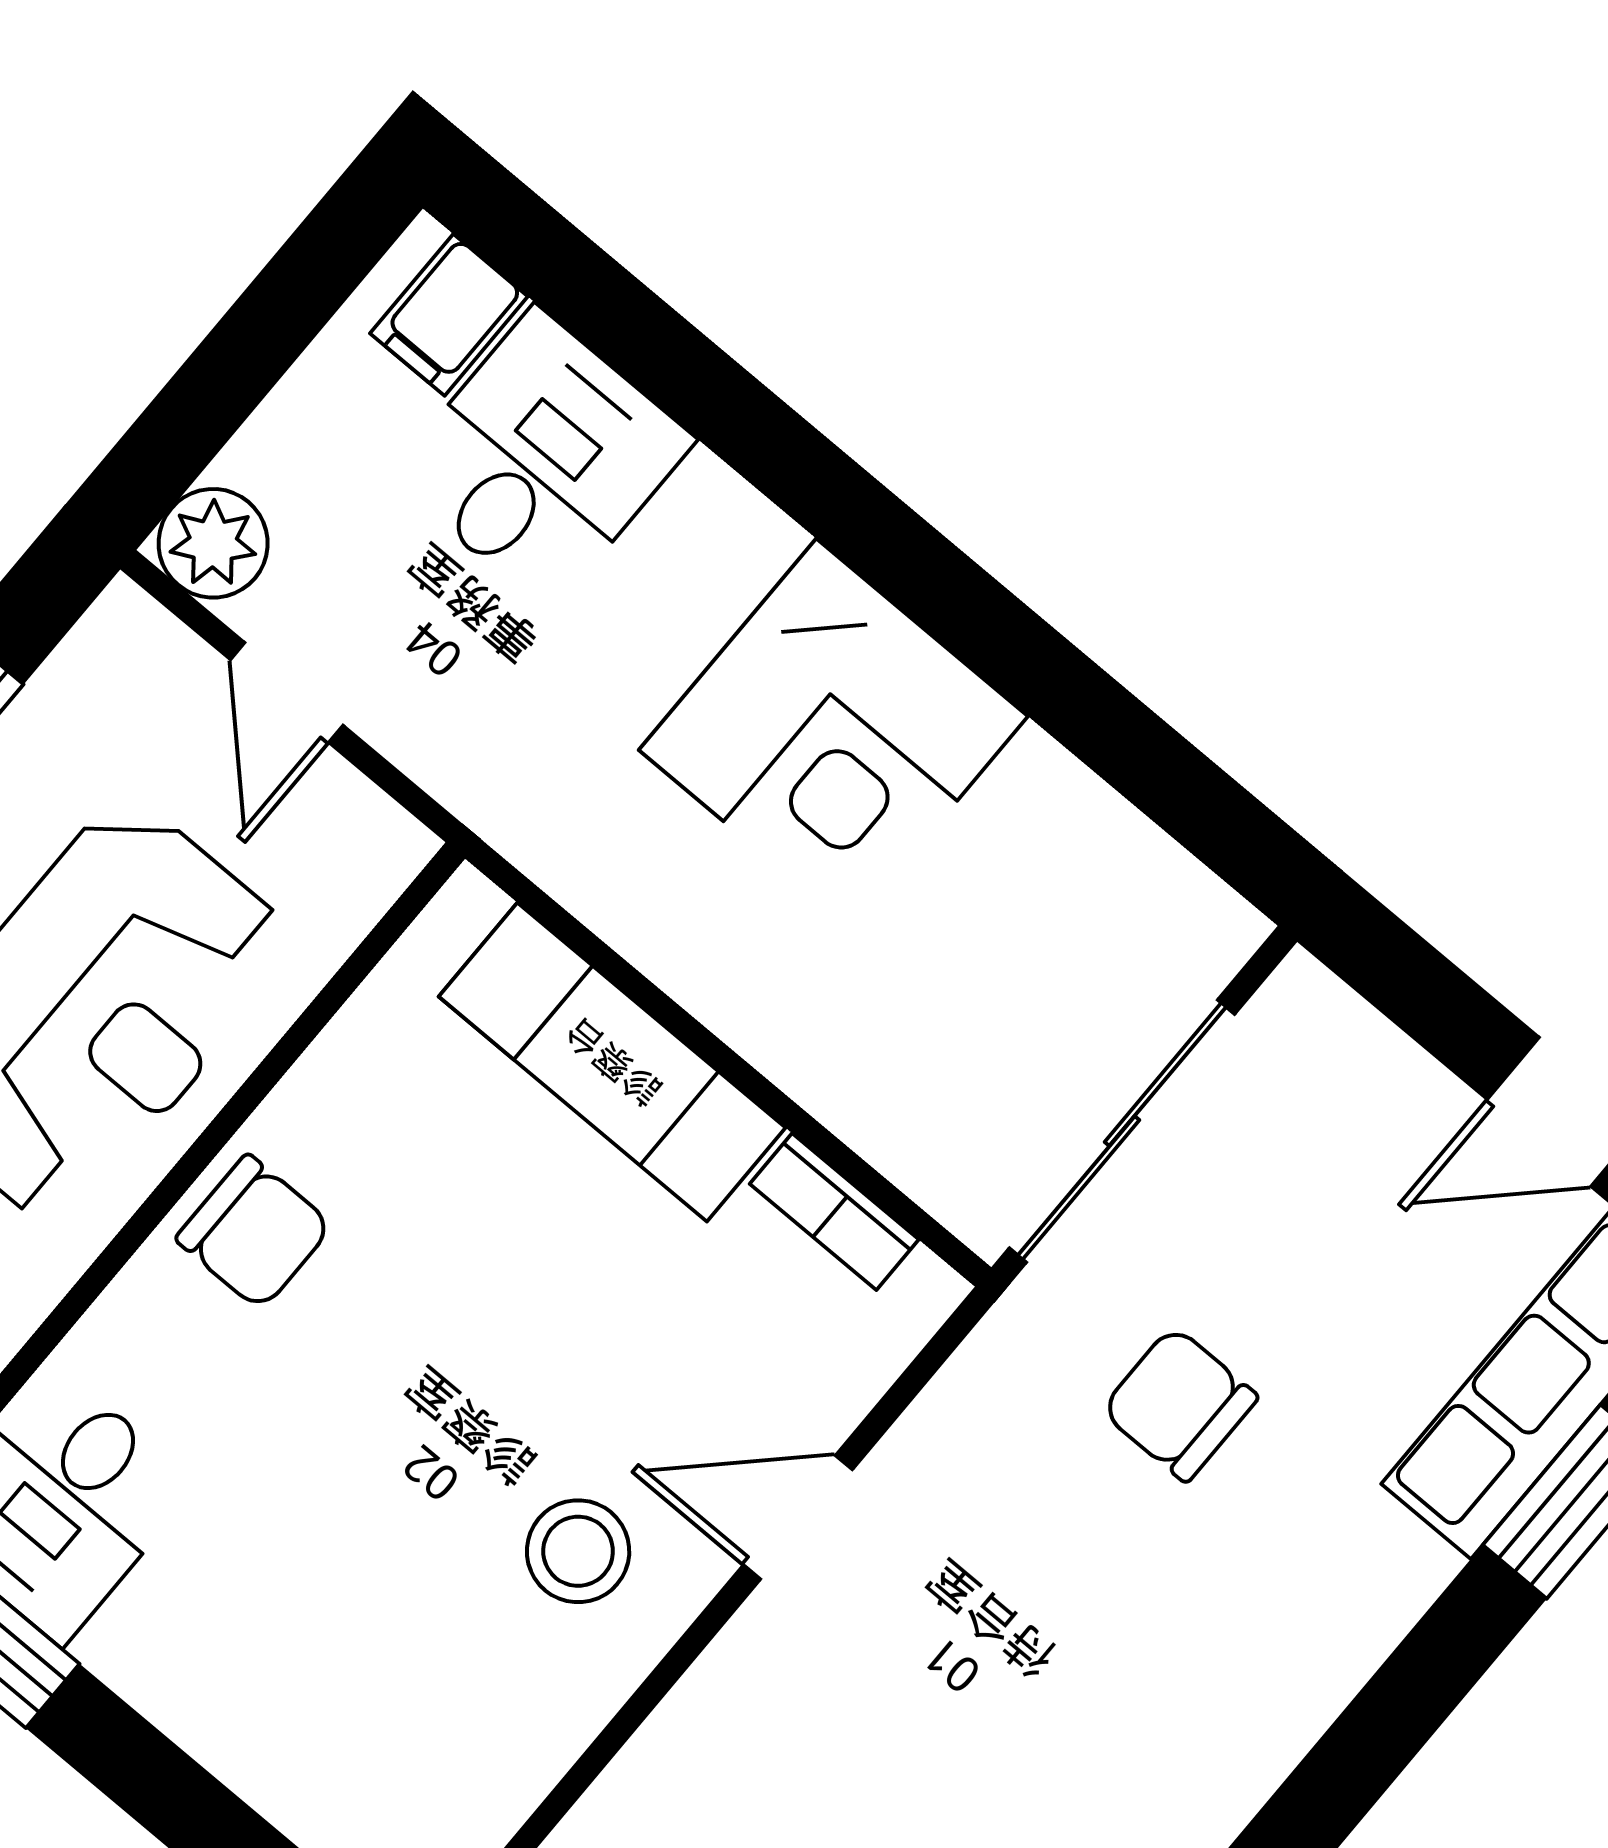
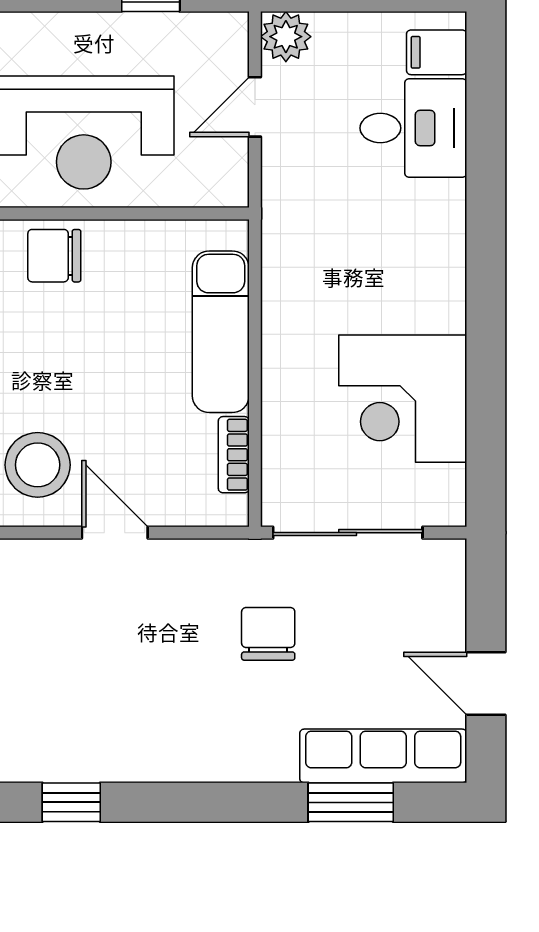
corner desk: (833, 733) -> (403, 399), moved
chair: (254, 1232) -> (54, 256), turned 90
stool: (578, 1551) -> (38, 465), width x1.38, depth x1.38

